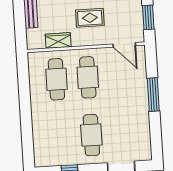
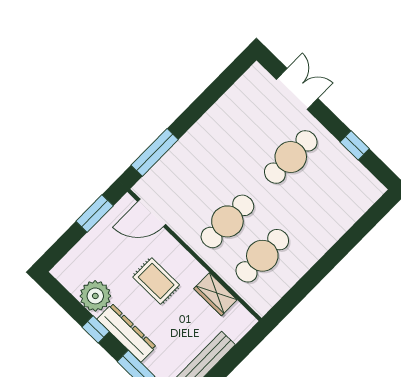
door: (124, 45) -> (152, 213), swing flipped
window: (153, 95) -> (155, 152), moved

